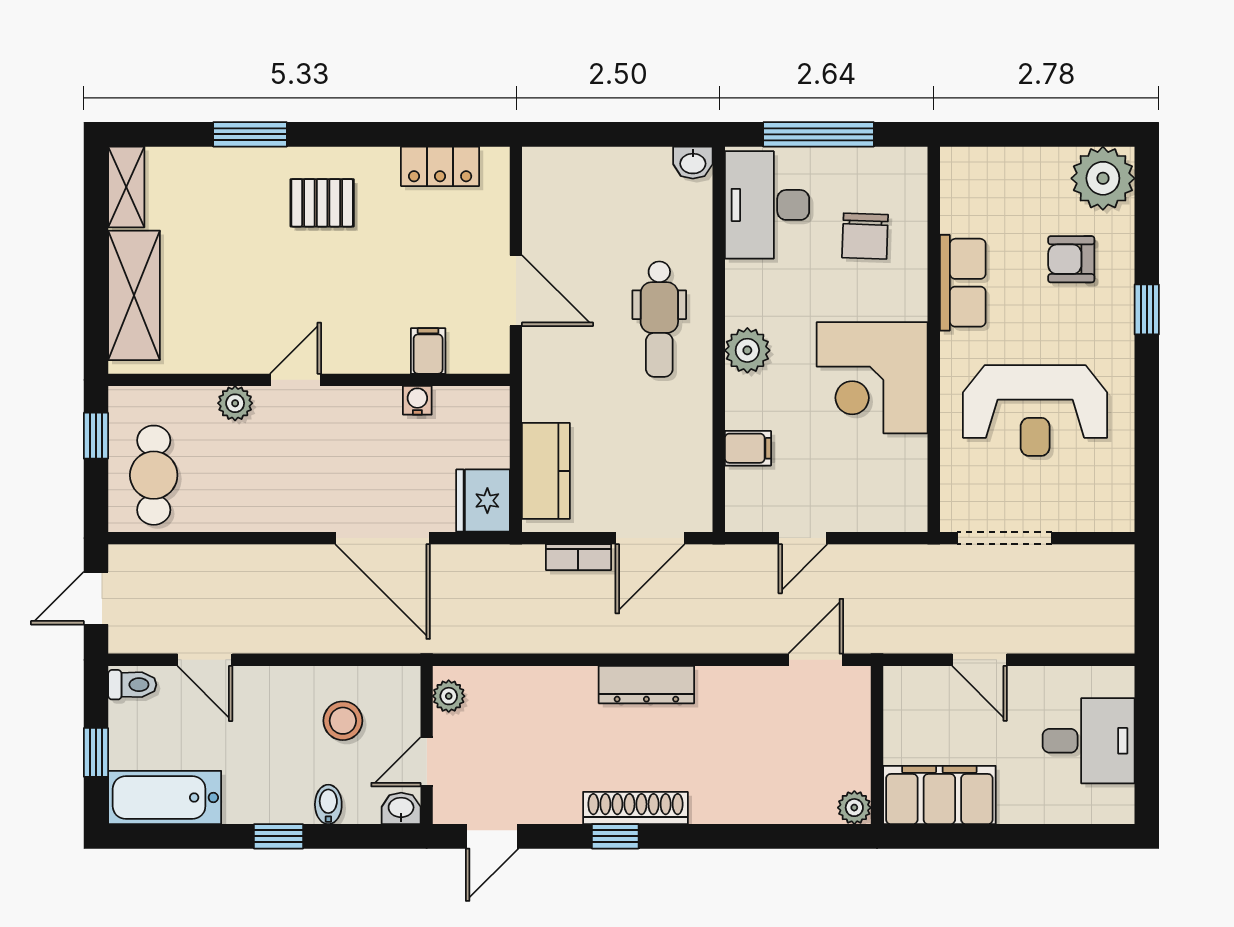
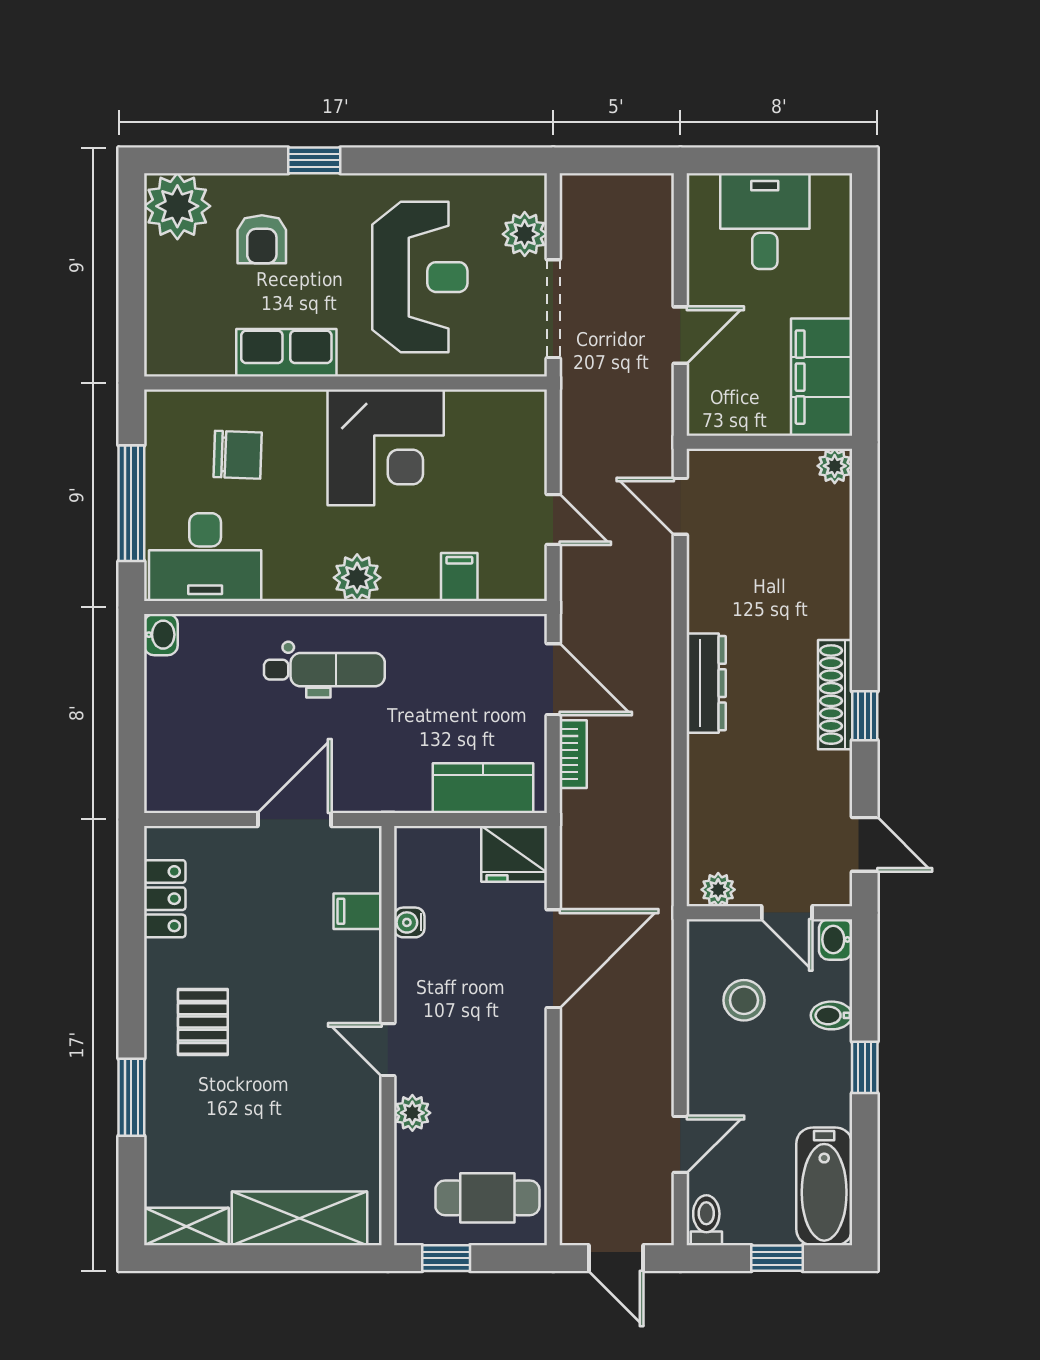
plant: (1076, 511) -> (525, 234), added

